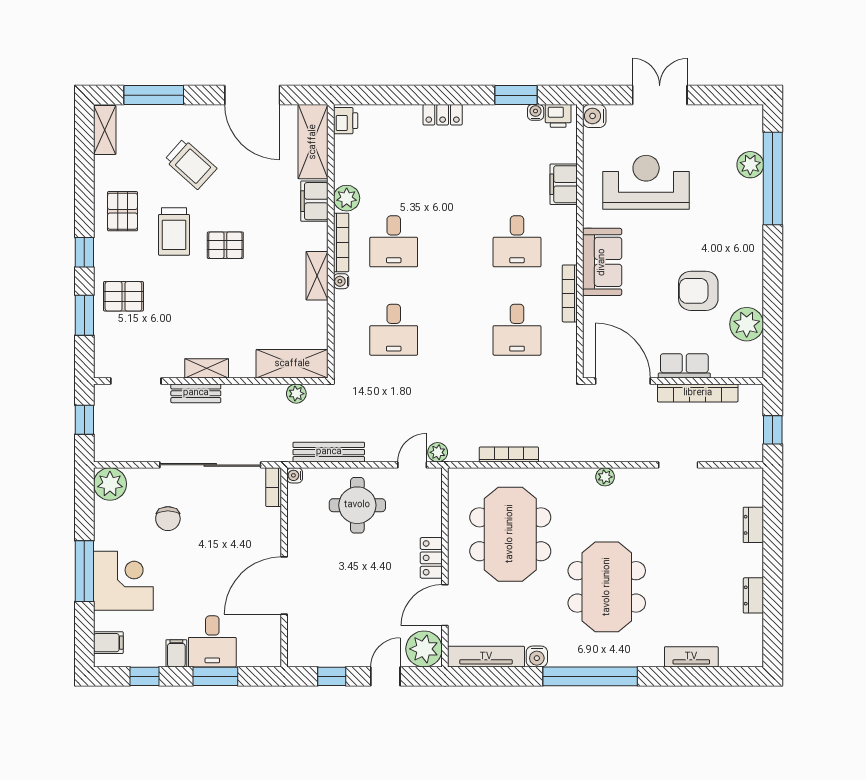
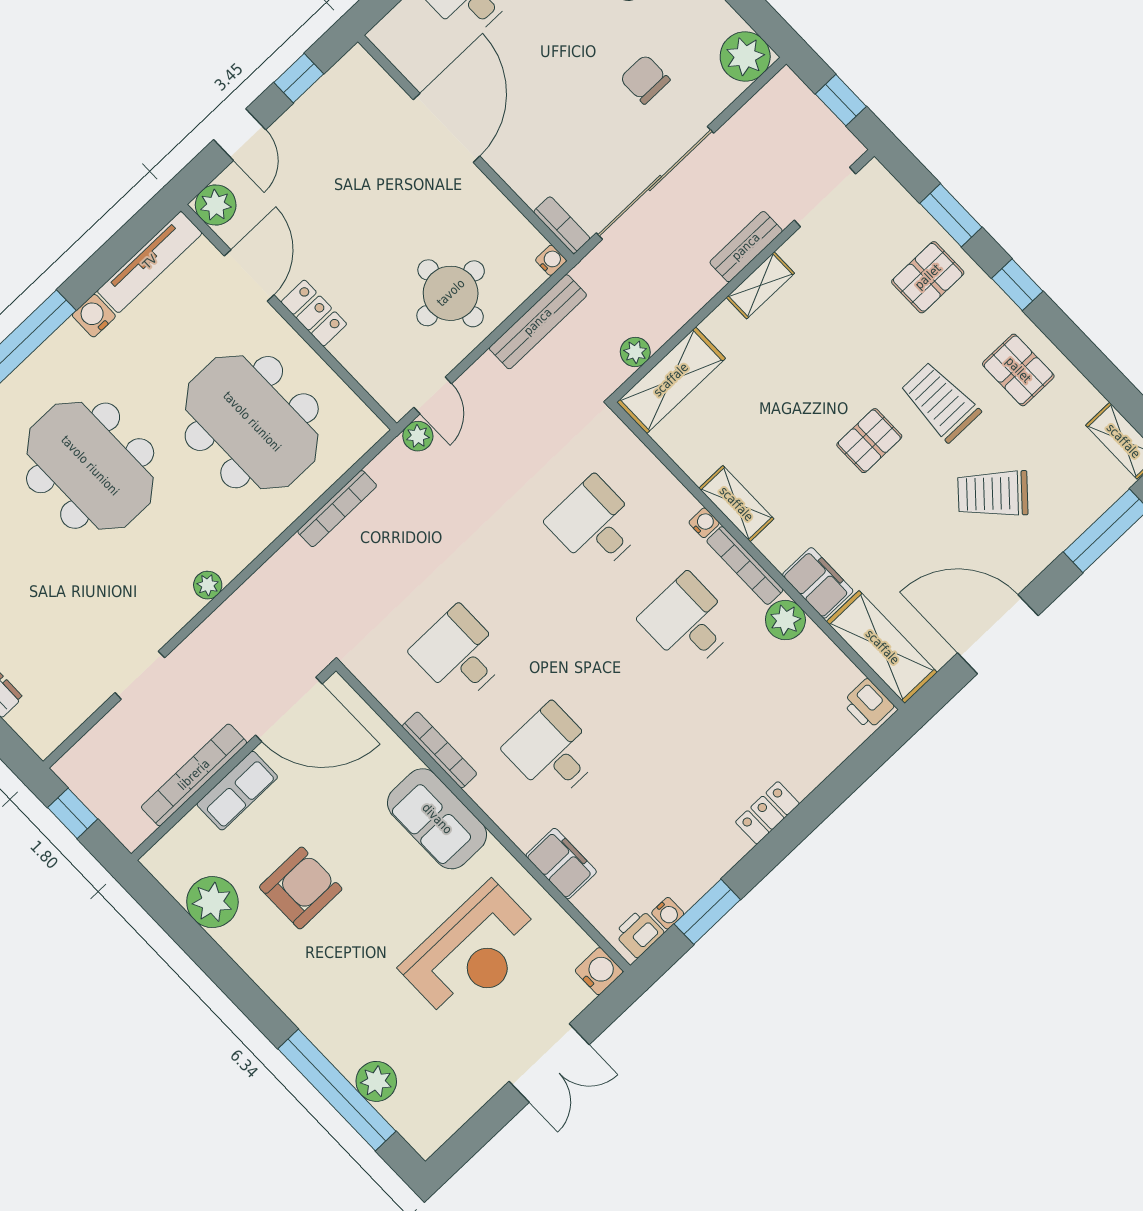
plant: (424, 649) -> (216, 205), width x0.73, depth x0.73

